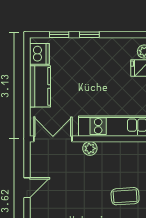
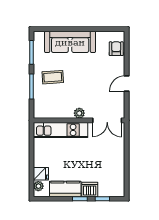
dishwasher: (39, 54) -> (90, 189), moved, turned 90
kitchen counter: (40, 86) -> (65, 189), moved, turned 90

